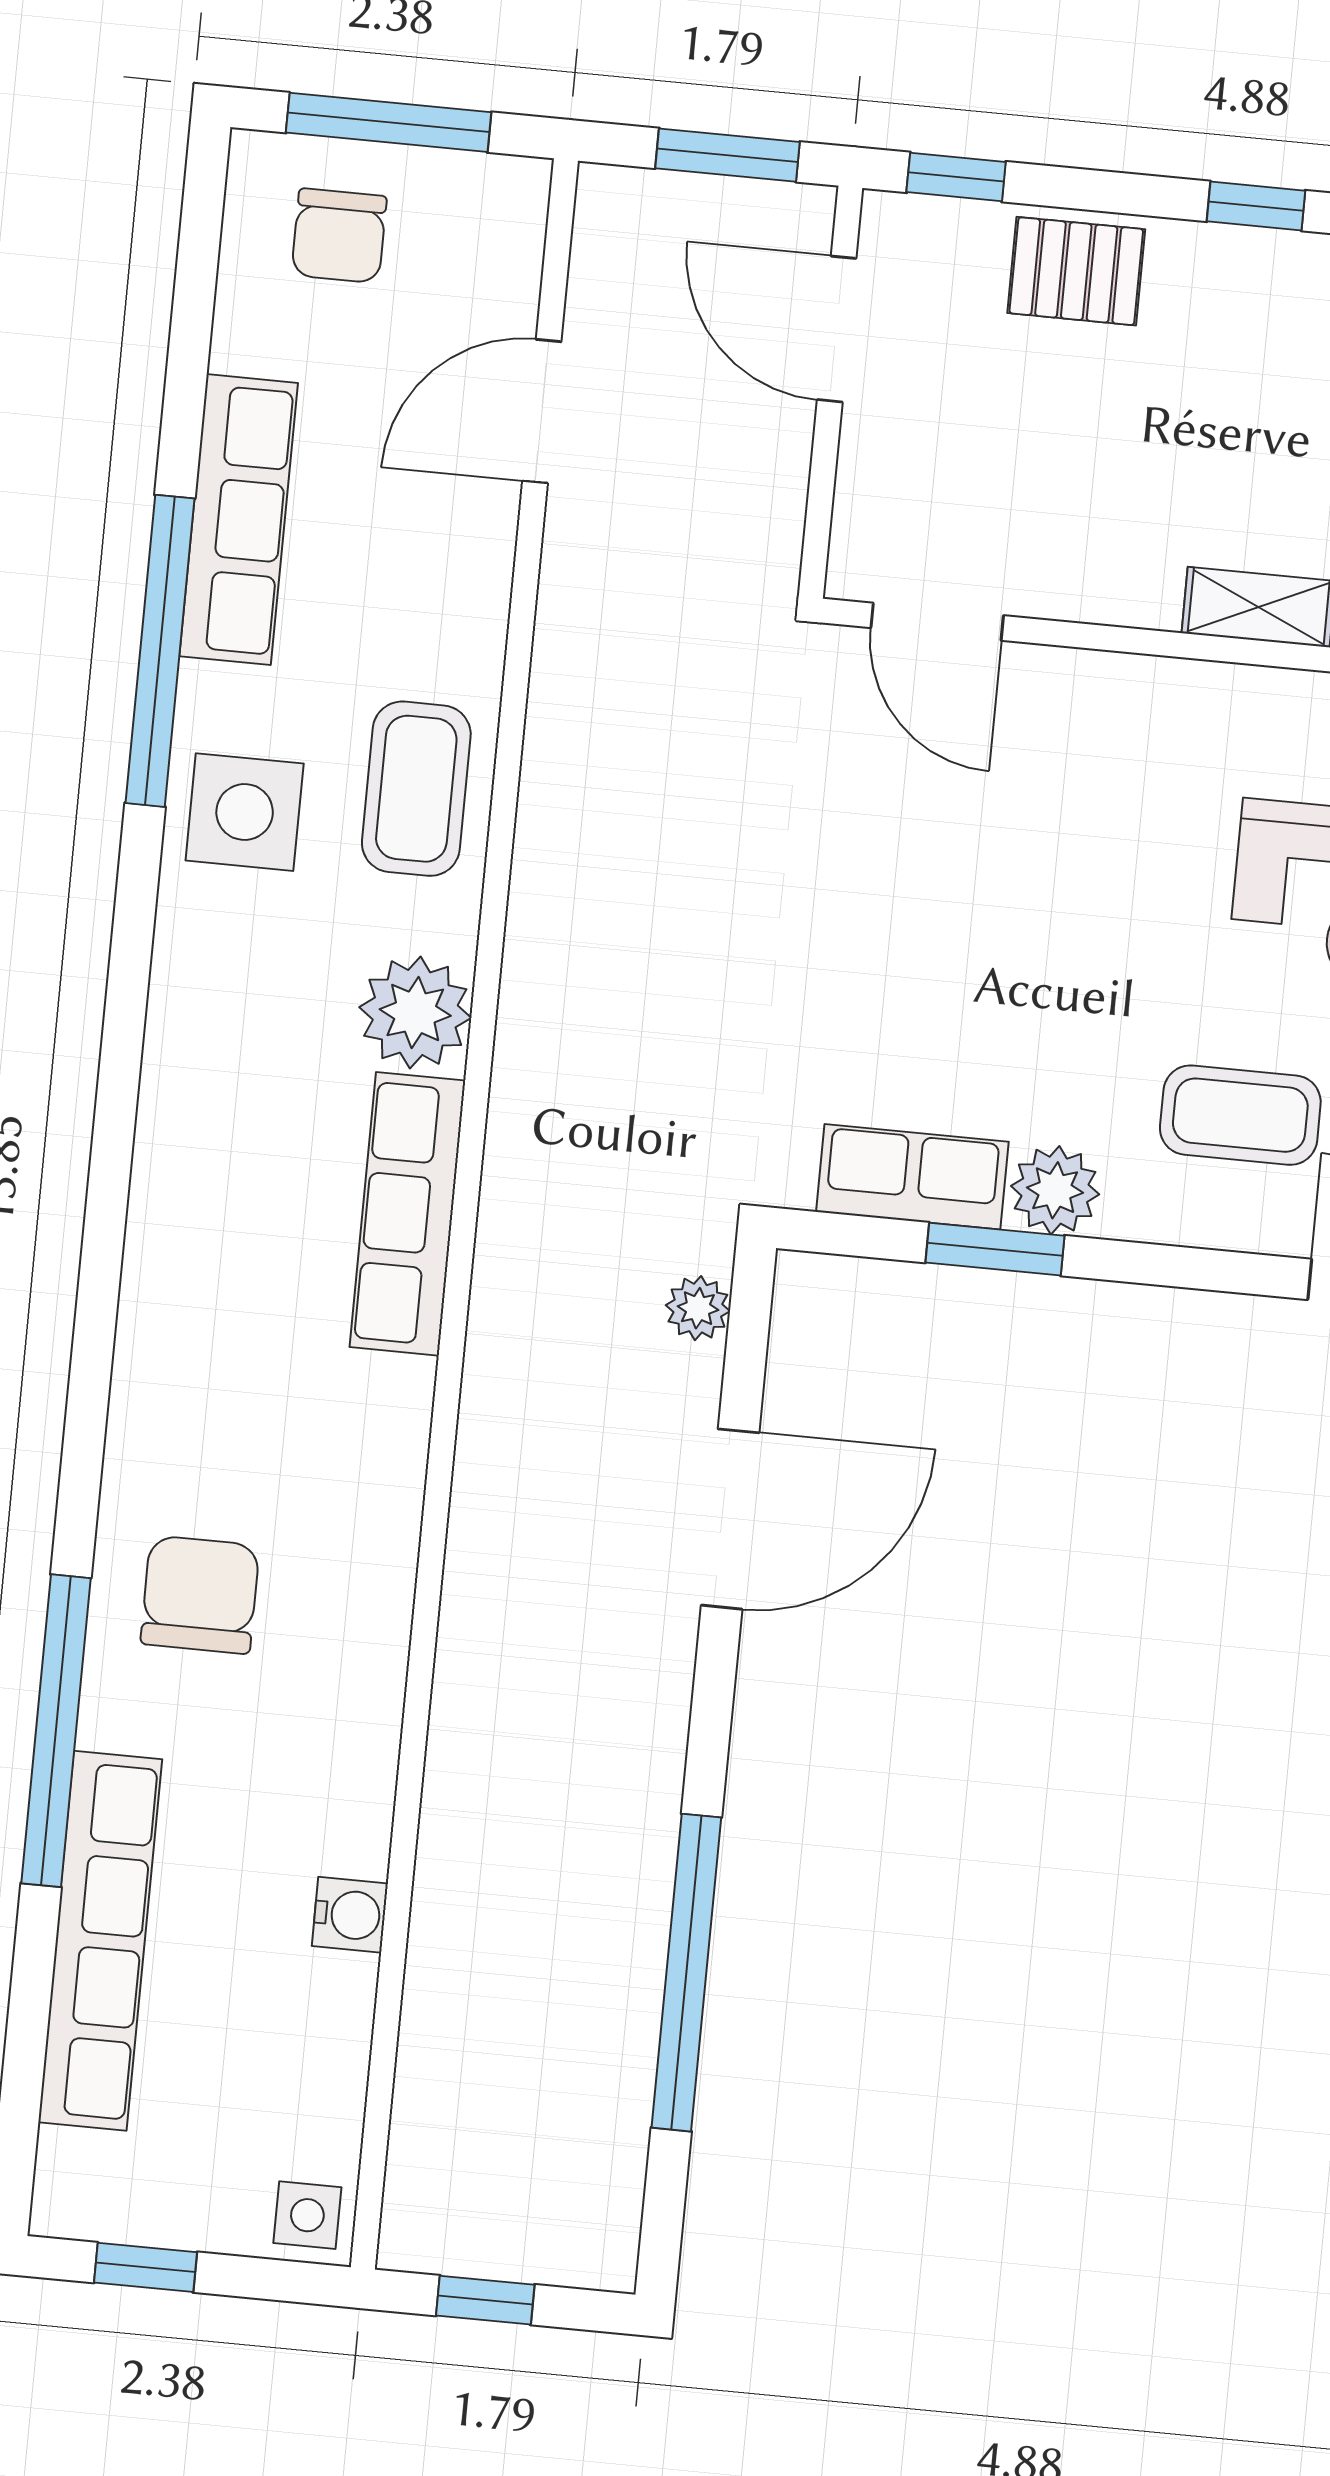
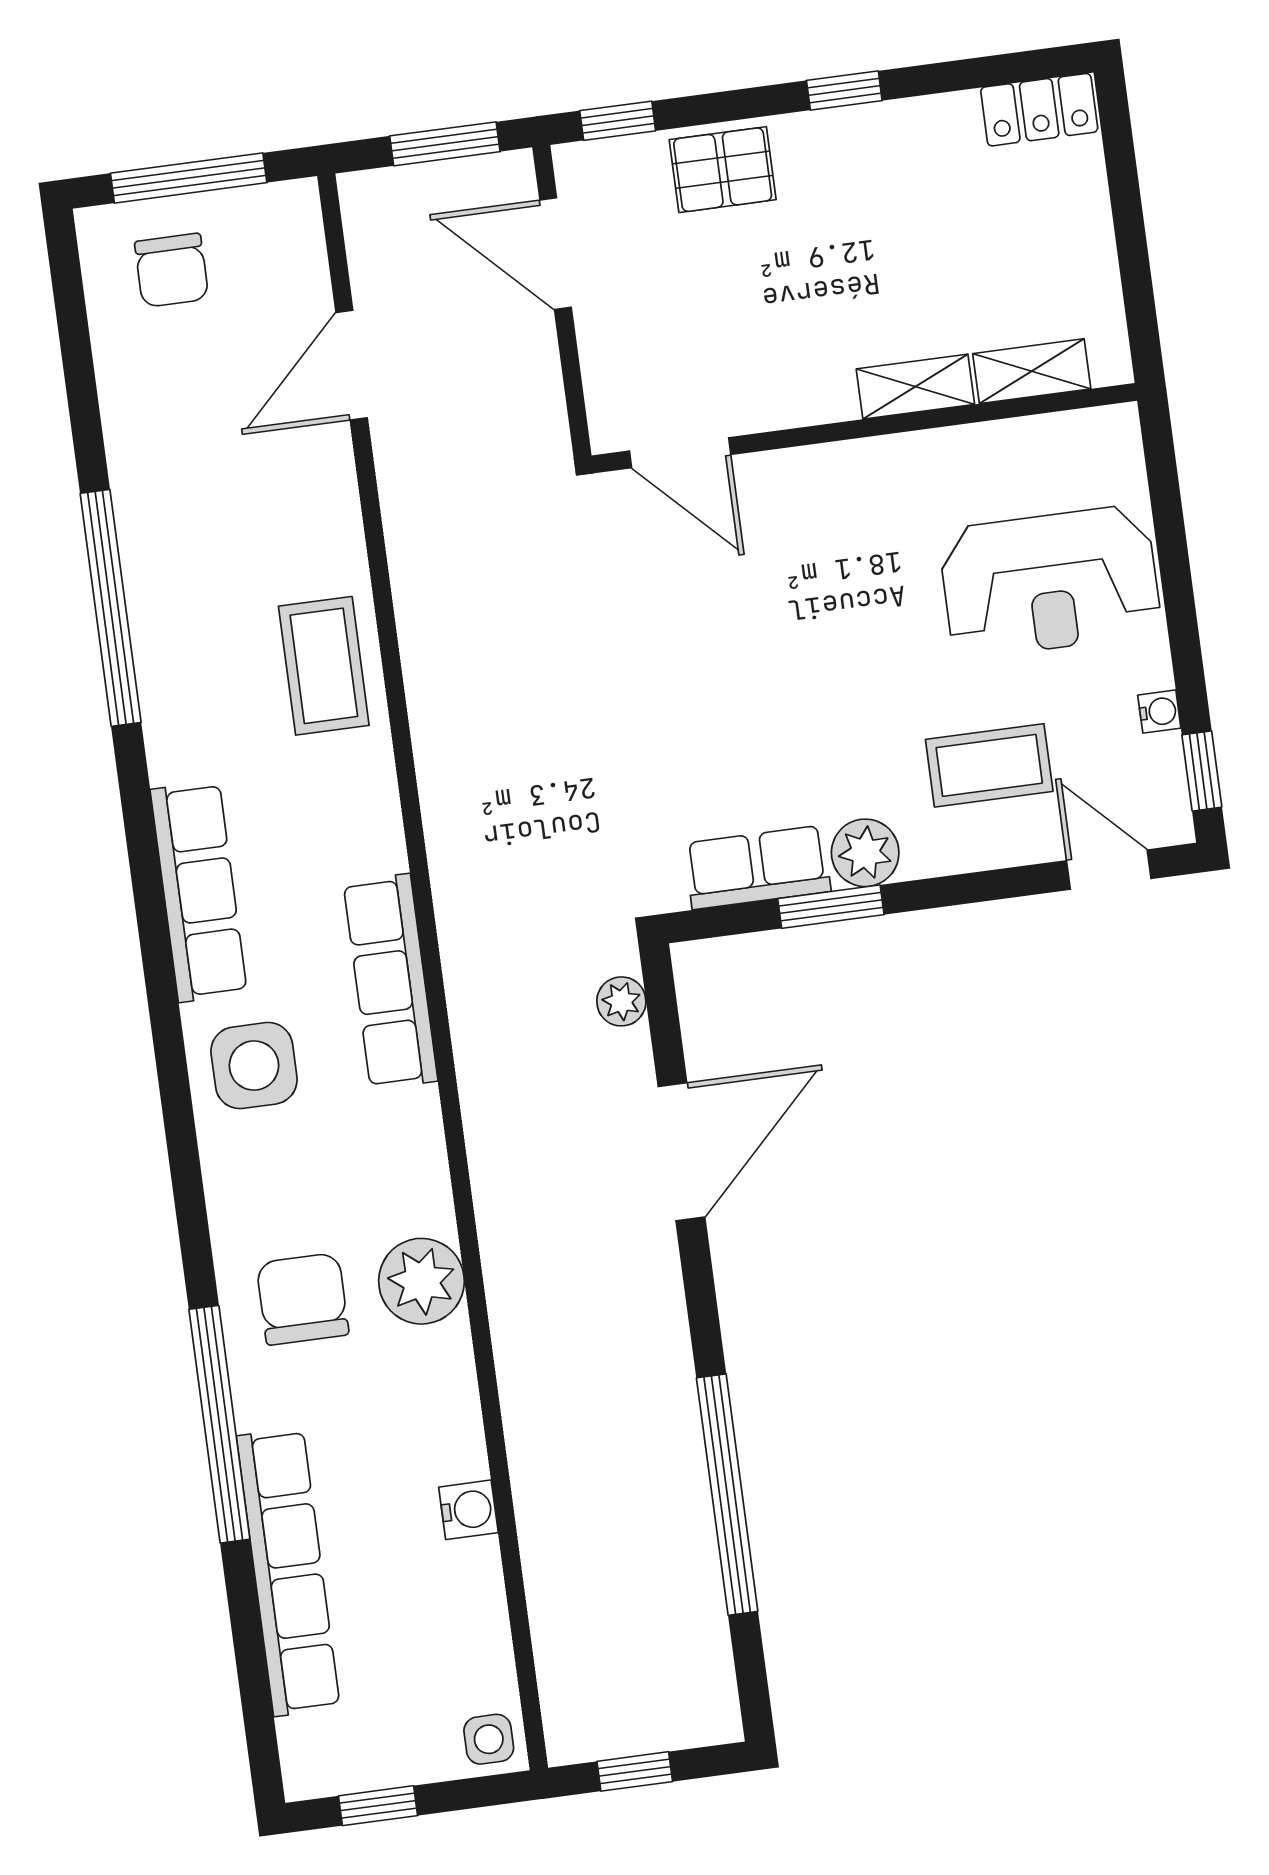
row of seats: (239, 520) -> (199, 891), moved
side table: (245, 812) -> (254, 1066), moved
plant: (415, 1012) -> (422, 1281), moved

